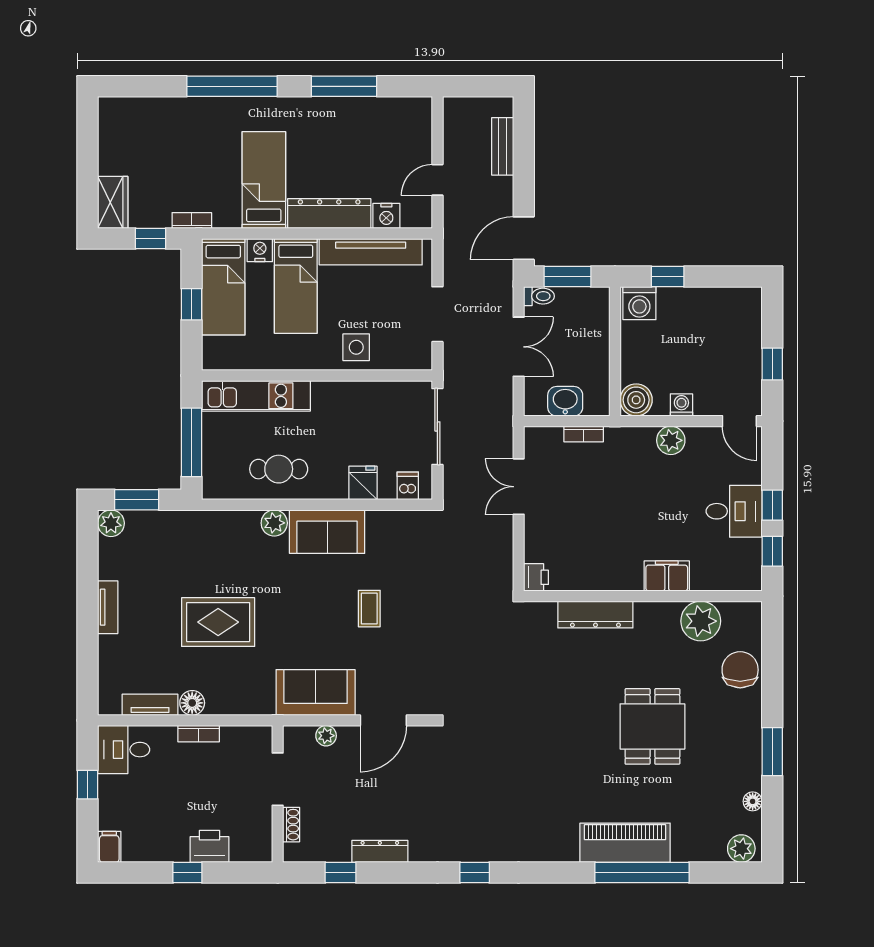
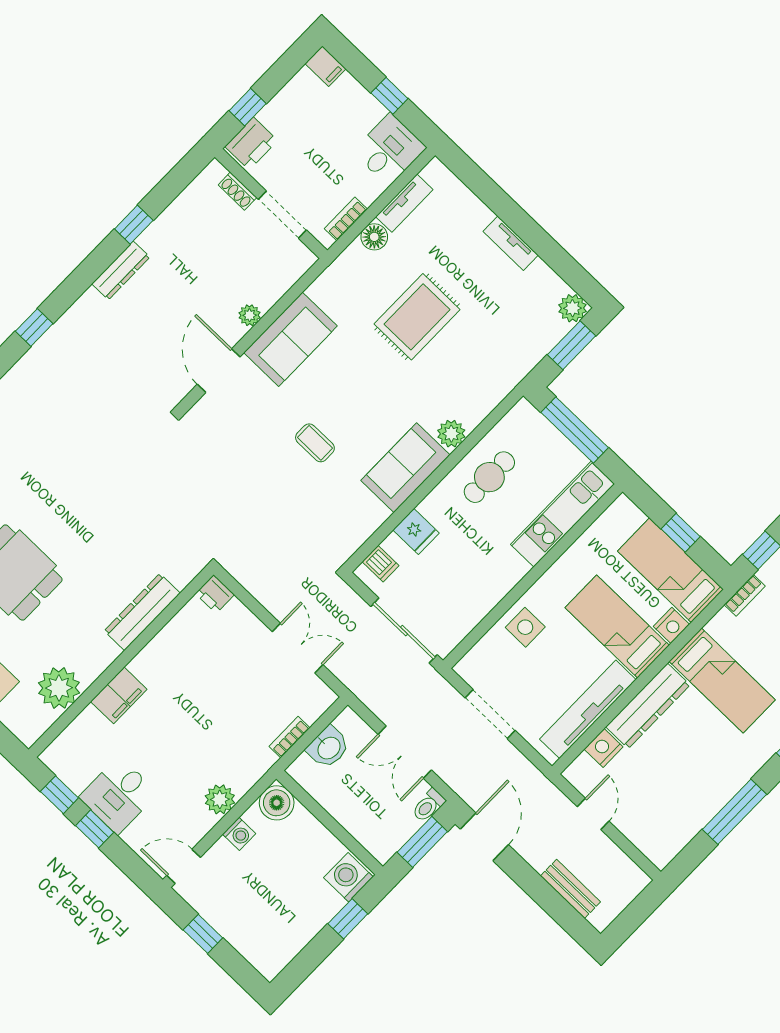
doorway: (278, 779) -> (282, 215), moved
wall: (278, 794) -> (271, 204), moved
shoe rack: (291, 825) -> (237, 191), moved

